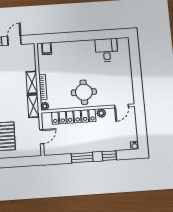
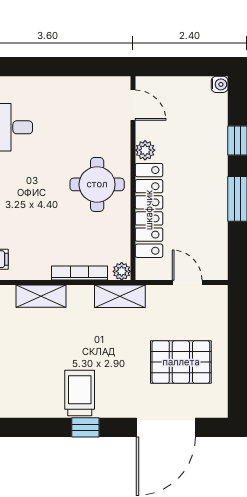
shelving: (32, 82) -> (41, 296), moved

